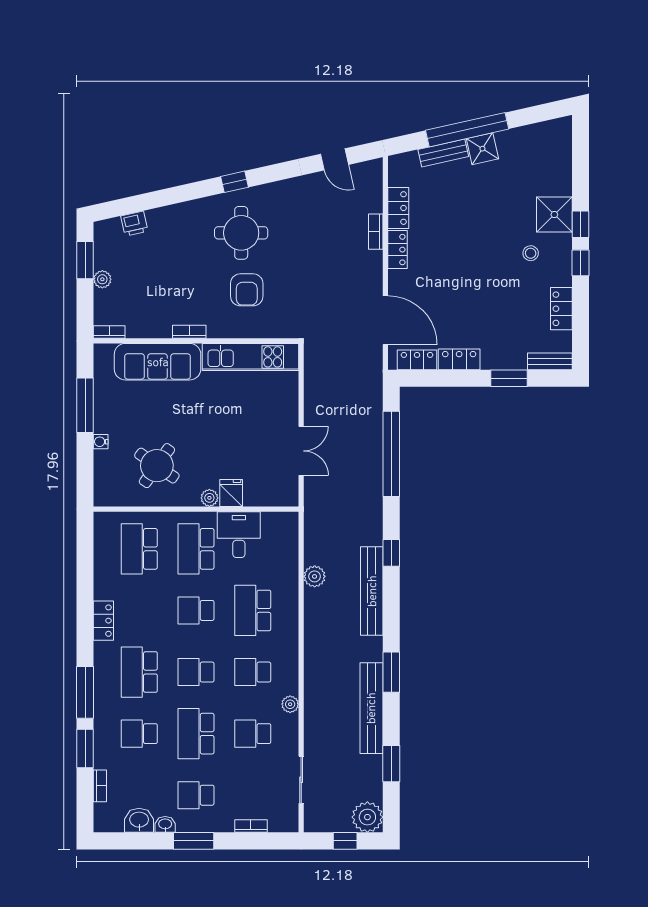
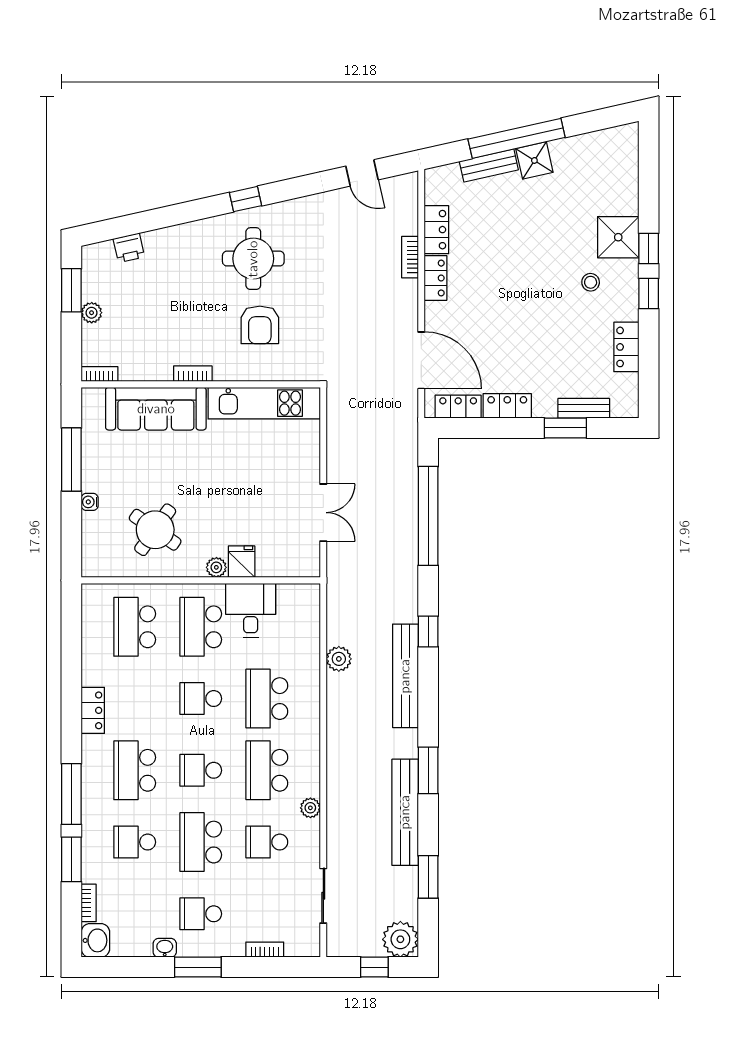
bench: (550, 361) -> (584, 408), moved
school desk: (253, 672) -> (267, 770), width x1.85
washbasin: (139, 820) -> (95, 940), moved, turned 90

